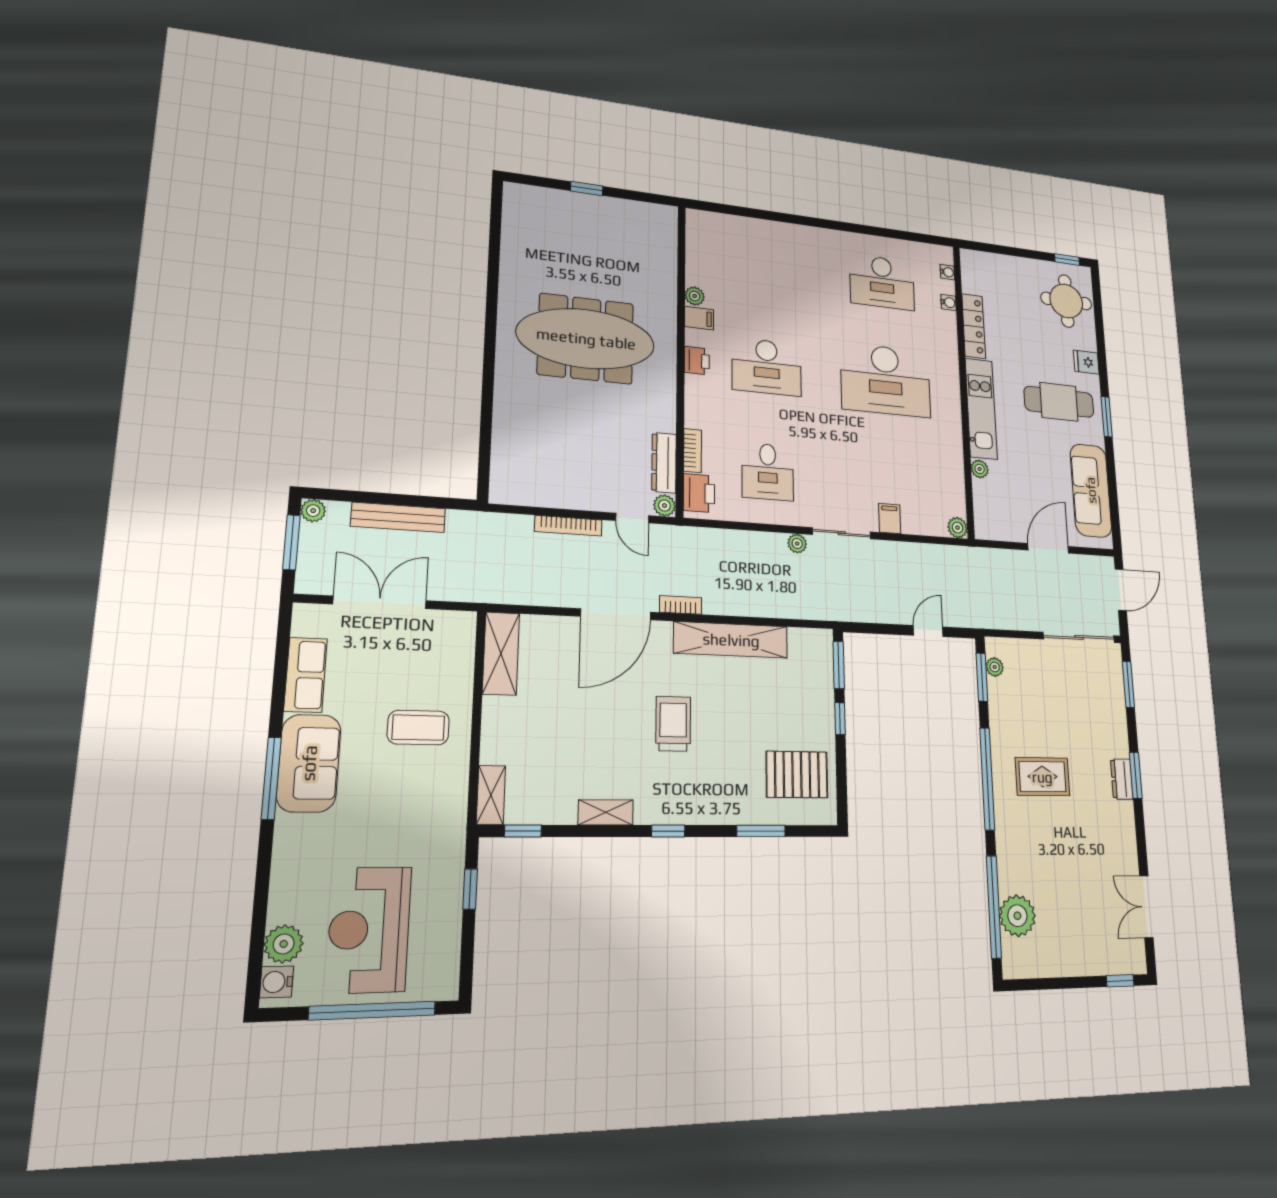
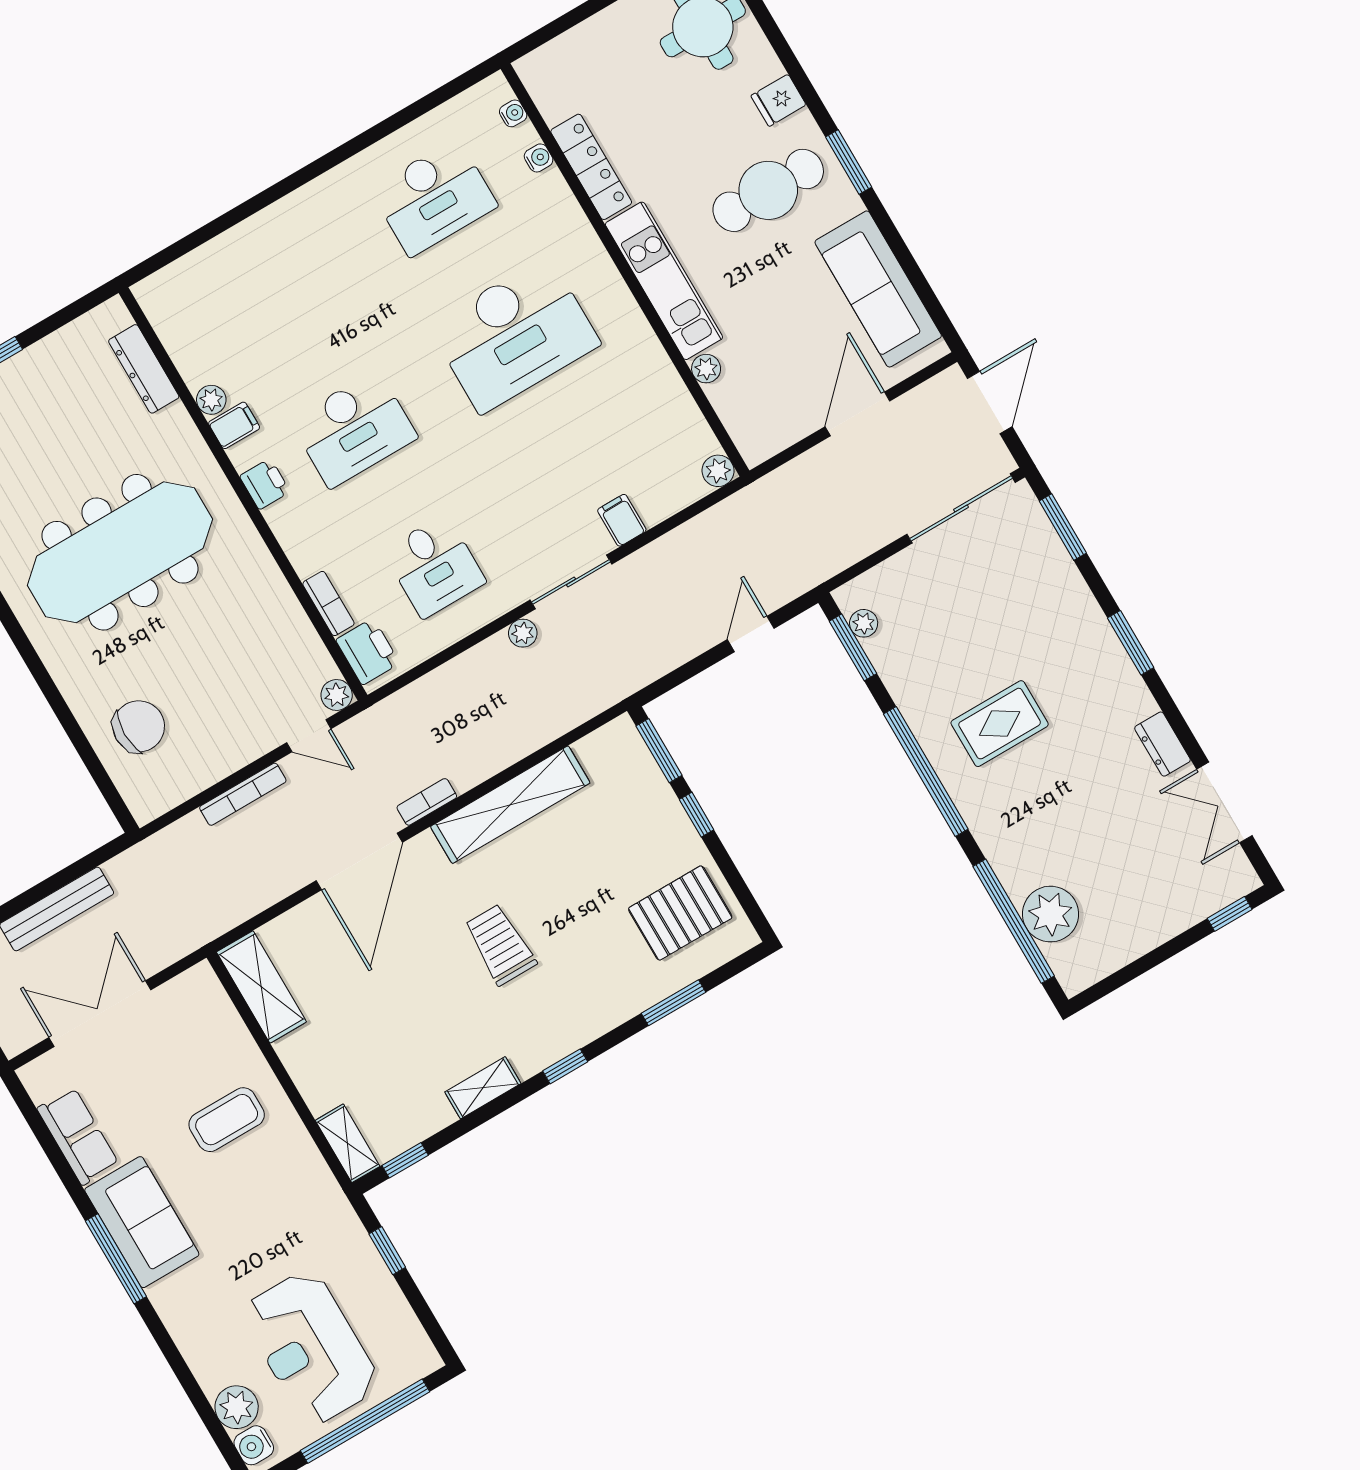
chair: (530, 443) -> (139, 726), added
dresser: (664, 463) -> (144, 369), moved
dresser: (1122, 779) -> (1162, 744), moved

